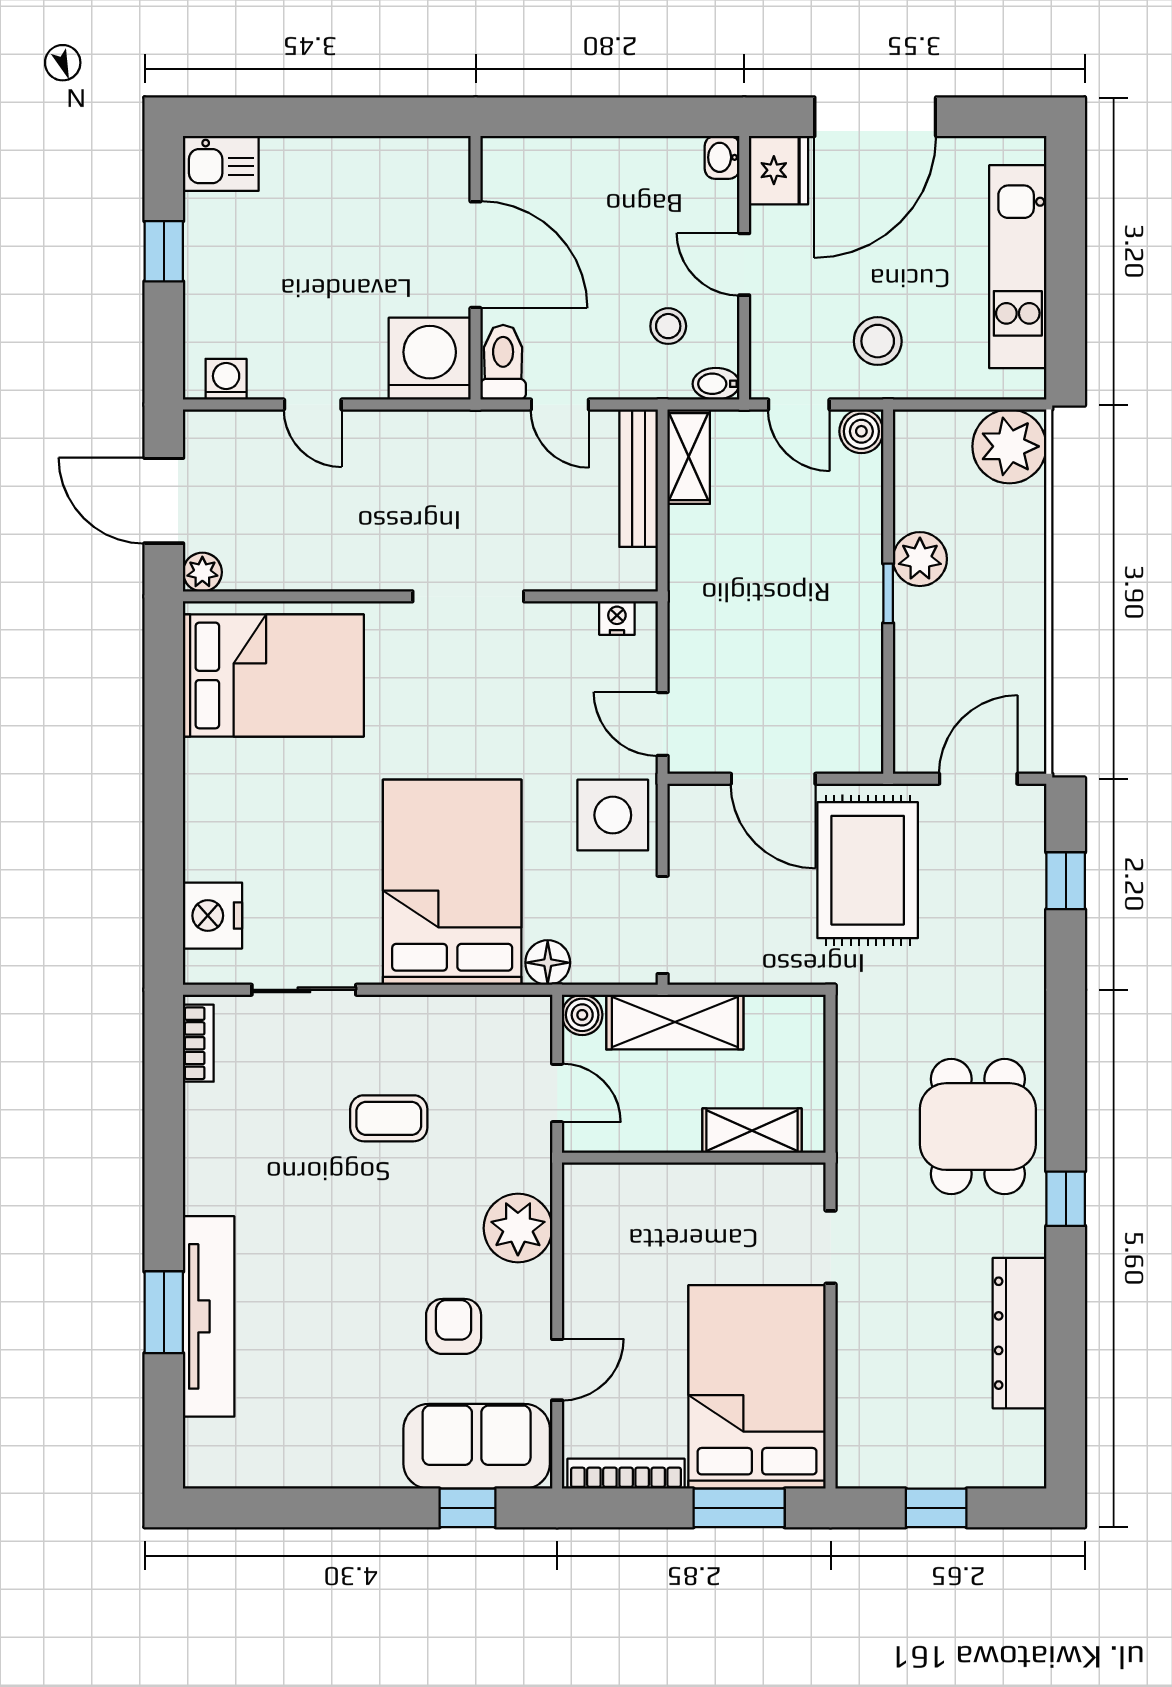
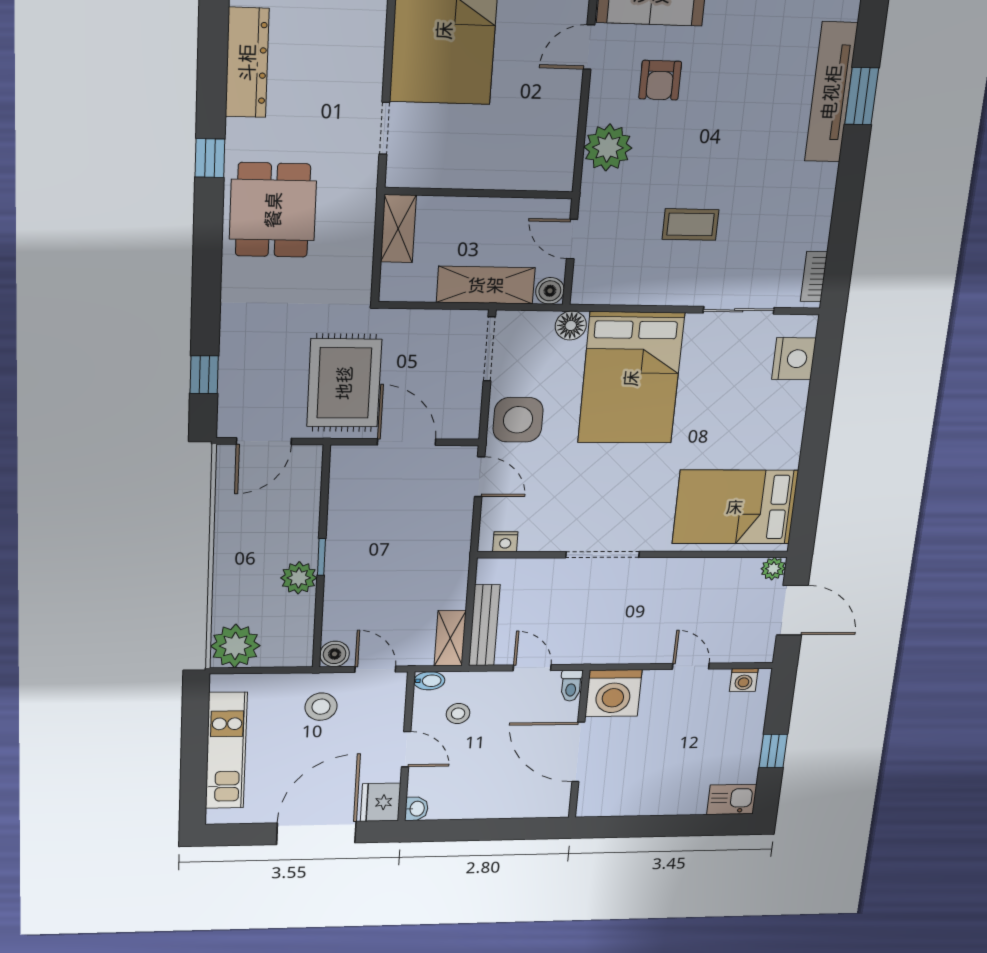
toilet: (503, 362) -> (571, 686), width x0.73, depth x0.72
shelving: (752, 1131) -> (398, 229), moved, turned 90

